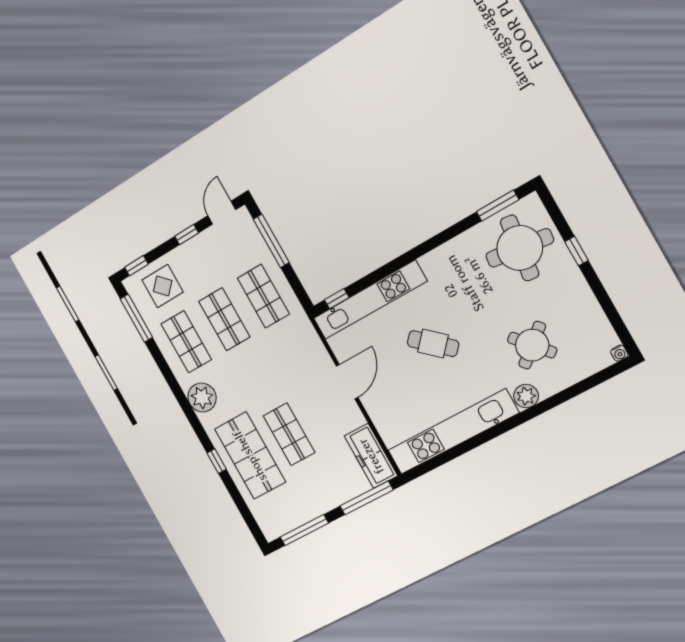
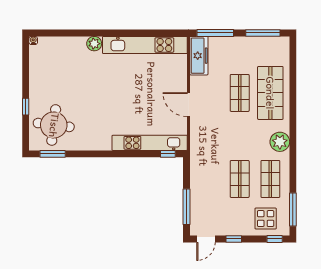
shop shelf: (263, 296) -> (209, 179), removed
cafe table: (433, 344) -> (128, 99), removed
round table: (532, 345) -> (76, 69), removed
door: (347, 382) -> (189, 105), hinge flipped
window: (217, 461) -> (293, 100), removed

